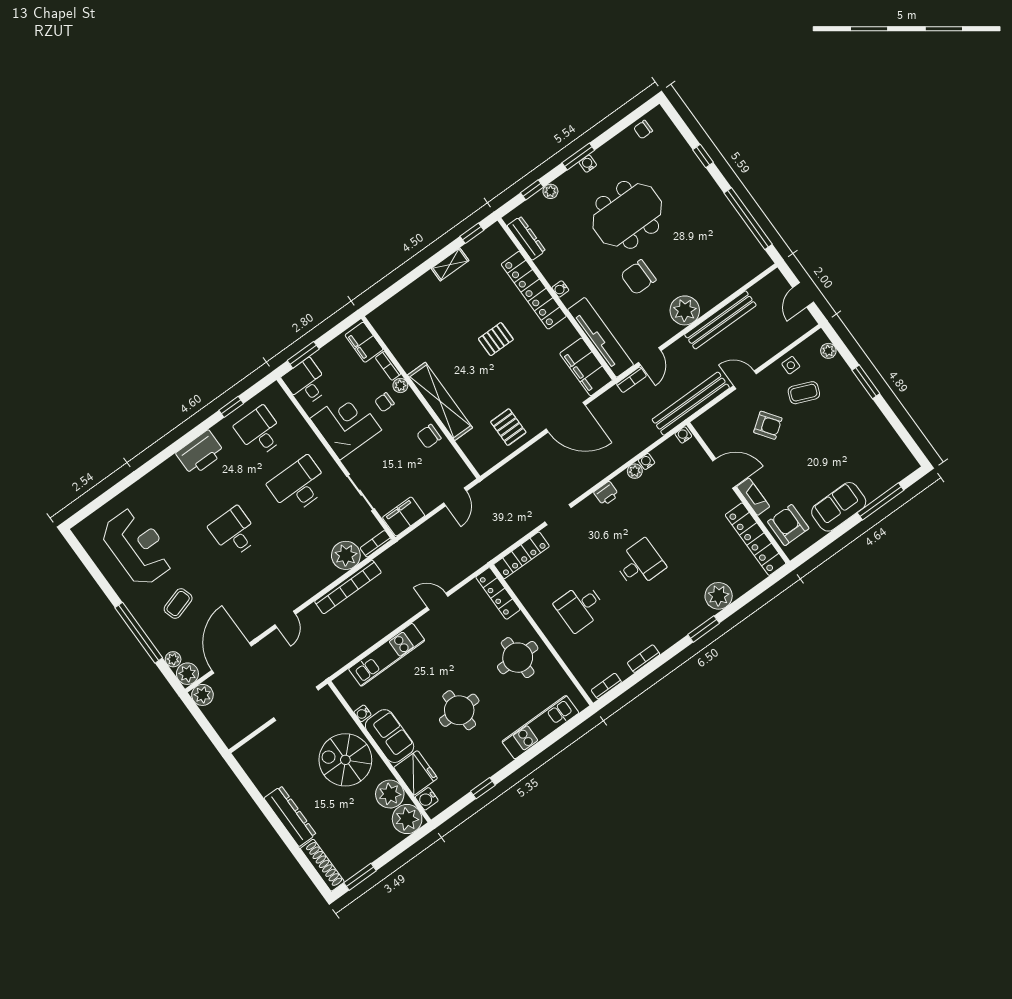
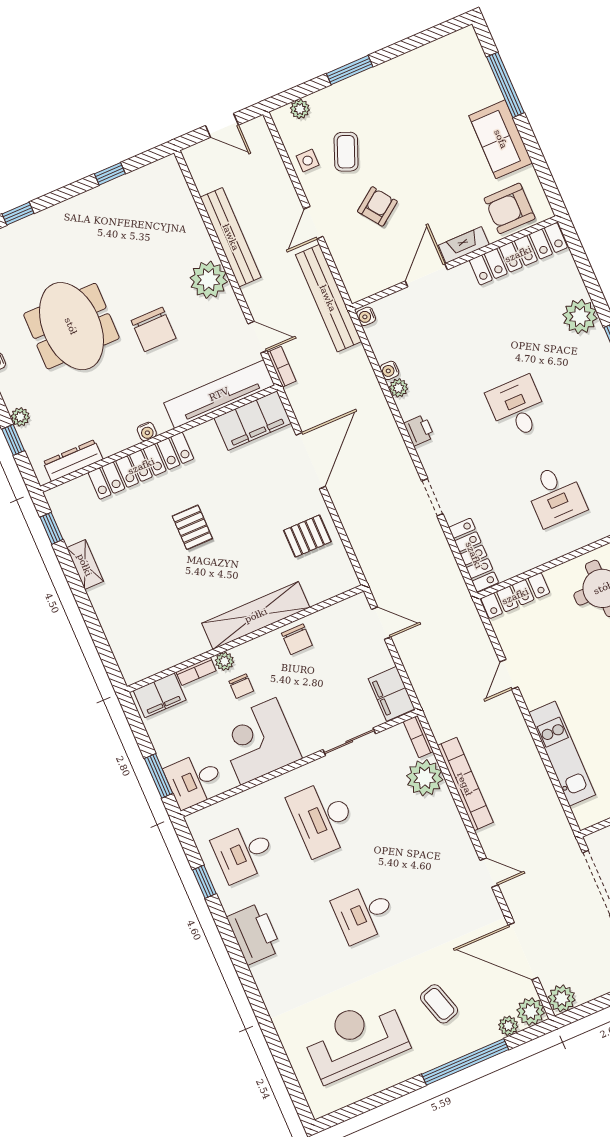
window: (748, 219) -> (110, 174), width x0.32

